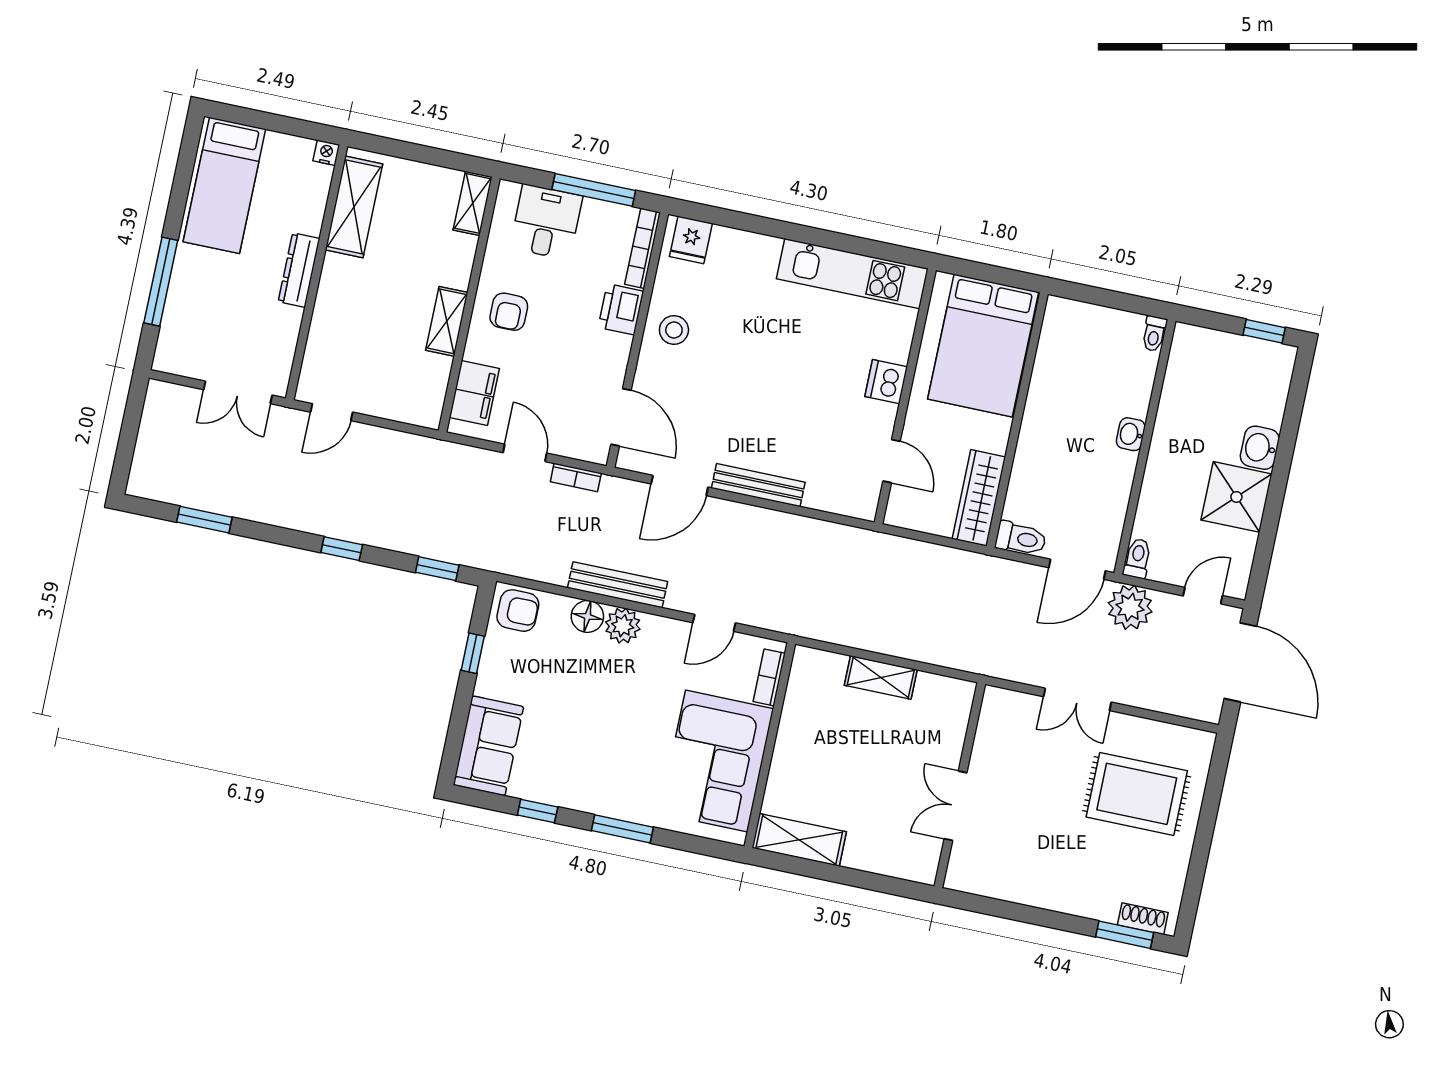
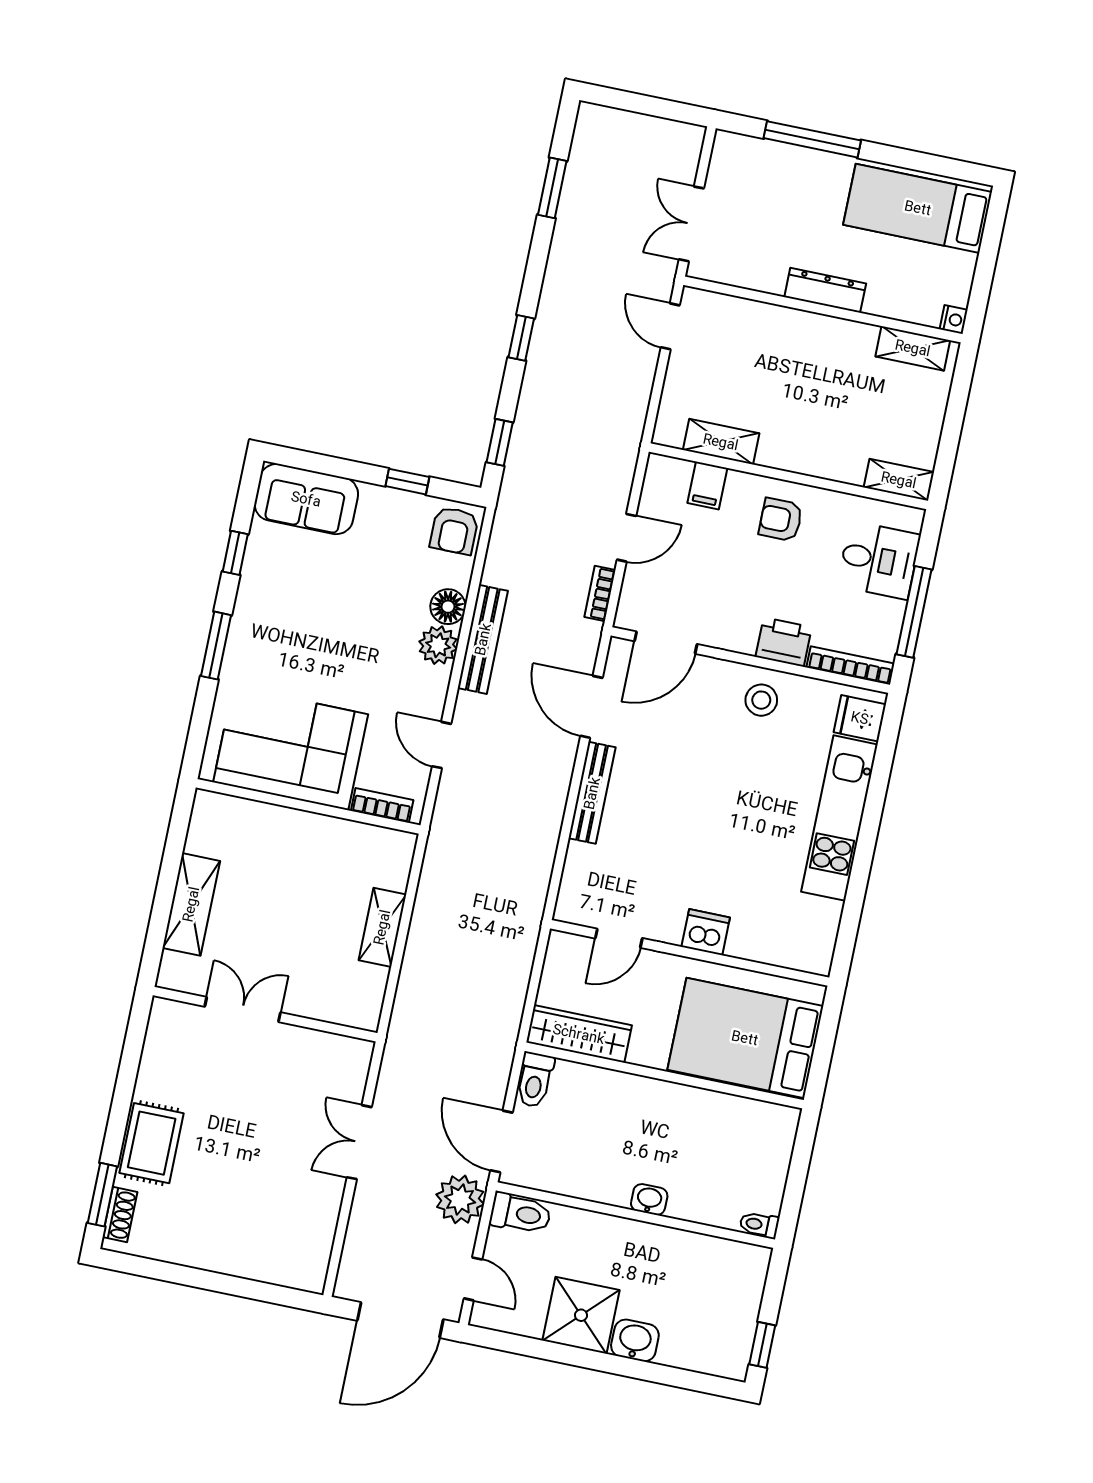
shelving: (354, 207) -> (913, 348), width x0.67, depth x0.75
kitchen unit: (852, 274) -> (839, 818), moved
shelving: (447, 321) -> (721, 442), moved
filing cabinet: (474, 393) -> (707, 486), width x0.50
toilet: (1137, 558) -> (520, 1214), width x1.37, depth x1.39
rug: (1137, 794) -> (152, 1143), moved, width x0.73, depth x0.70
shelving: (799, 840) -> (191, 904), moved

